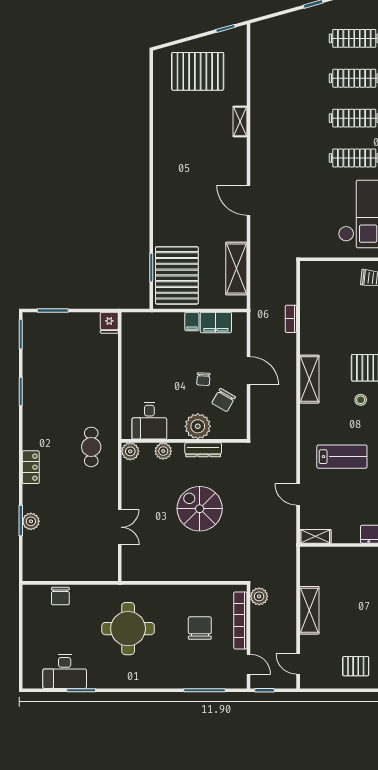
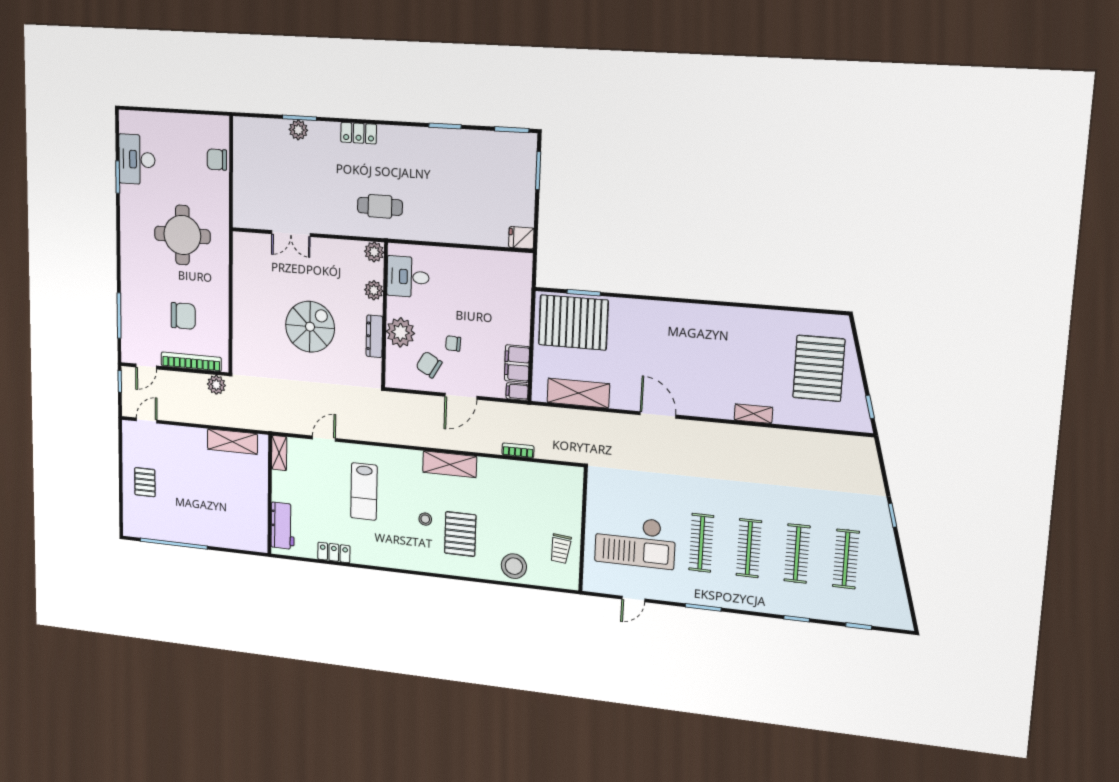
door: (249, 200) -> (658, 415), hinge flipped
filing cabinet: (192, 322) -> (517, 392), moved
shelving: (309, 610) -> (232, 442), moved

